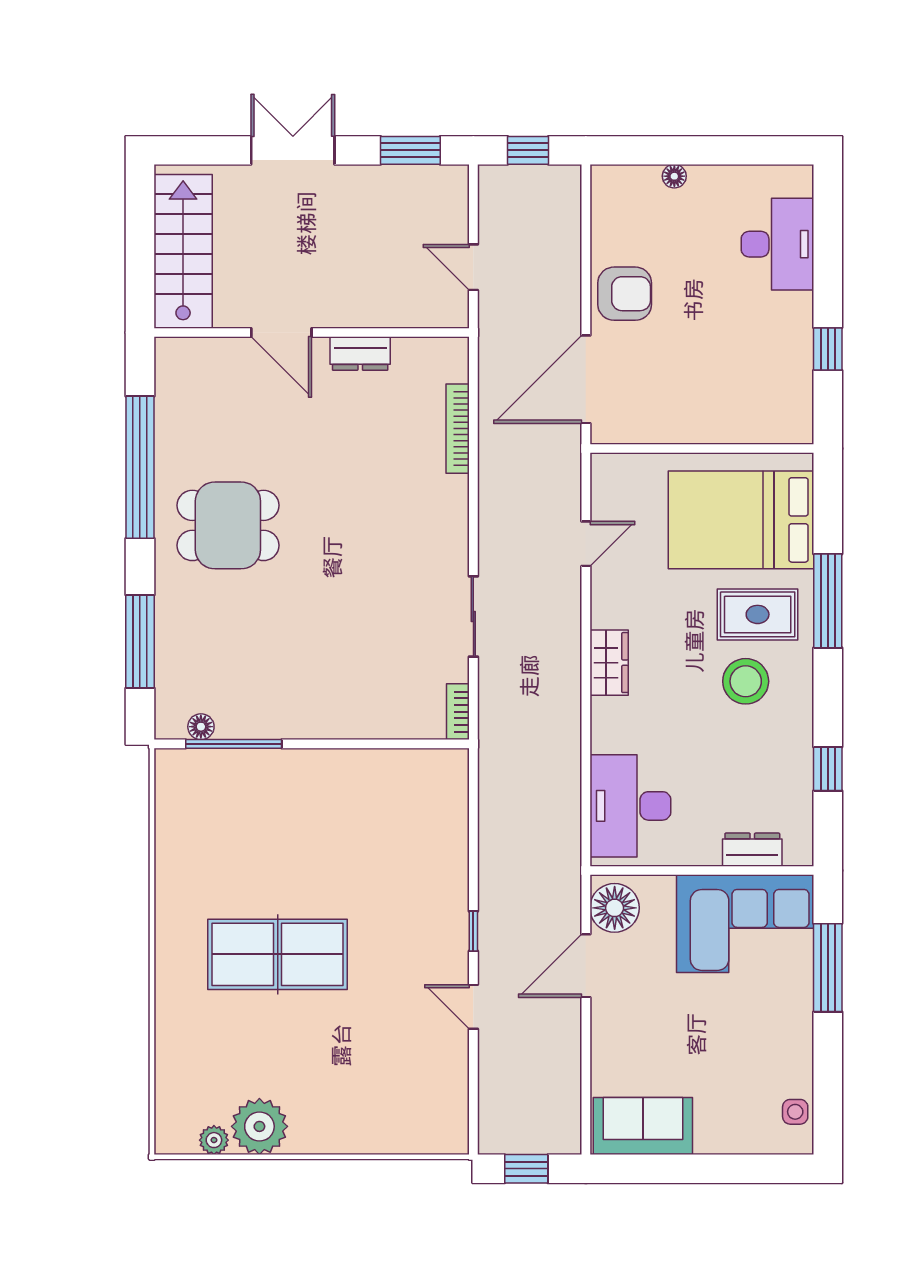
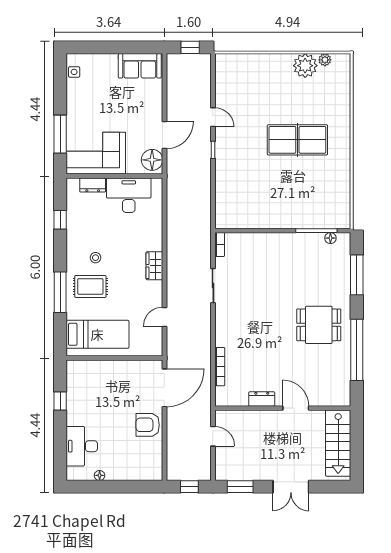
floor lamp: (674, 176) -> (100, 475), moved
bed: (741, 520) -> (97, 334), width x0.67
stool: (746, 681) -> (96, 258), width x0.53, depth x0.53
desk: (630, 806) -> (129, 195), moved, turned -90

